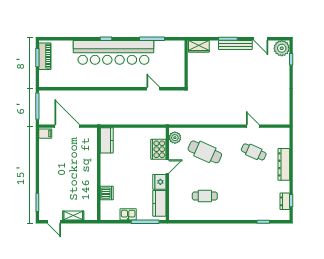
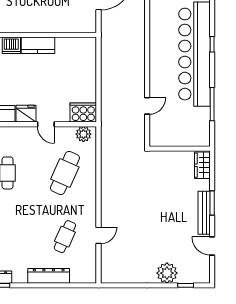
door: (261, 39) -> (212, 246), hinge flipped
plant: (282, 48) -> (167, 273), moved
kitchen counter: (107, 140) -> (38, 45), moved
cooker: (158, 149) -> (83, 112), moved

